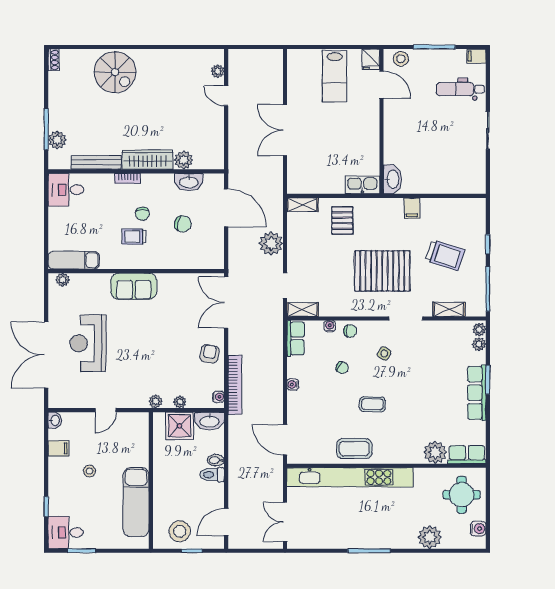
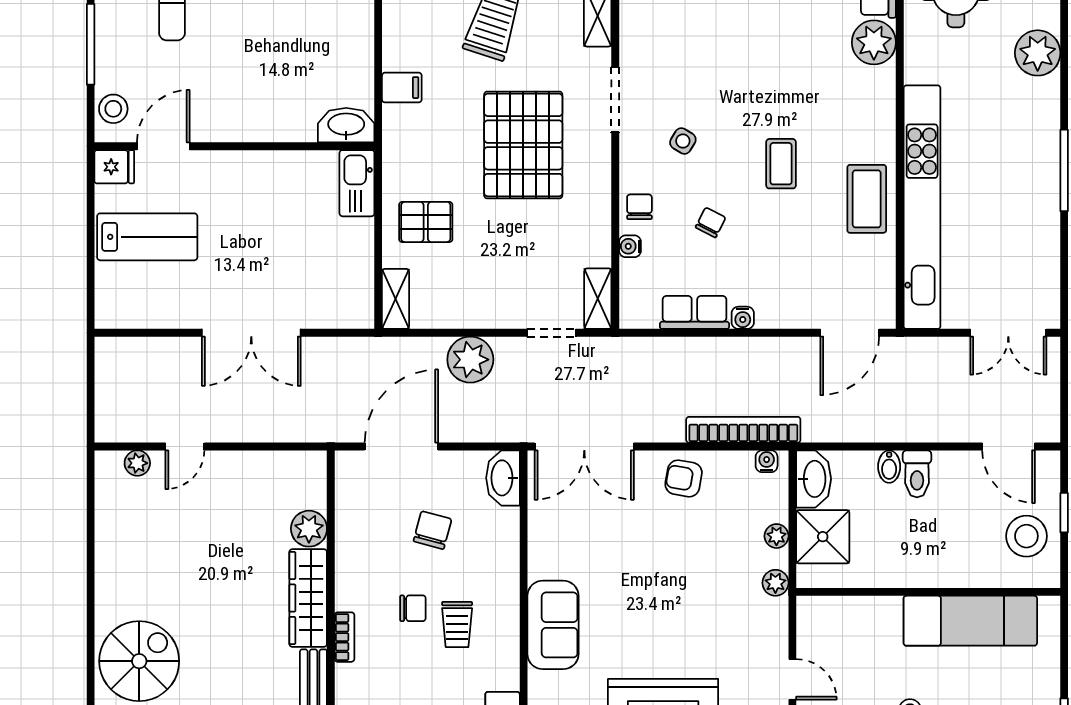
washbasin: (189, 182) -> (503, 478), moved, turned 180
row of seats: (296, 338) -> (694, 312), moved

